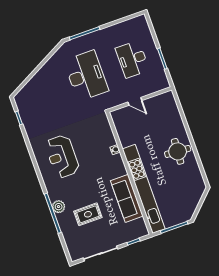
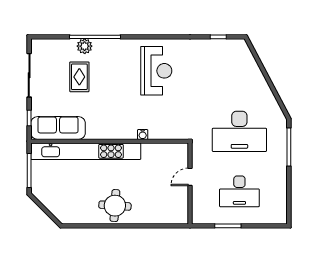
desk: (132, 59) -> (239, 191), turned 180
reception desk: (62, 157) -> (156, 71), turned 90
sofa: (127, 198) -> (58, 128), moved
plant: (59, 207) -> (85, 46), moved

